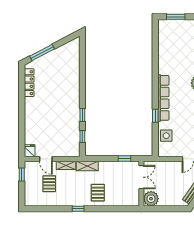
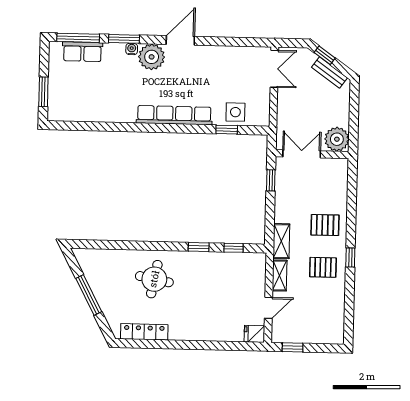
window: (42, 53) -> (89, 295), moved
round table: (62, 88) -> (154, 279), added
window: (155, 116) -> (227, 130), moved
pallet: (49, 184) -> (323, 267), moved

